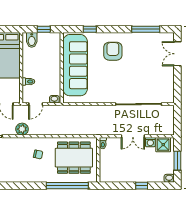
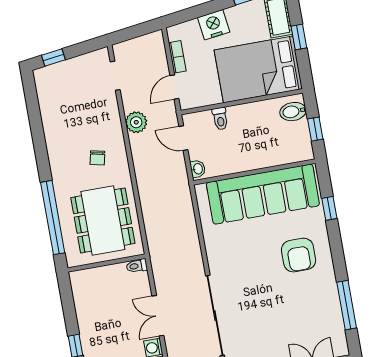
armchair: (113, 51) -> (299, 255), turned 90

